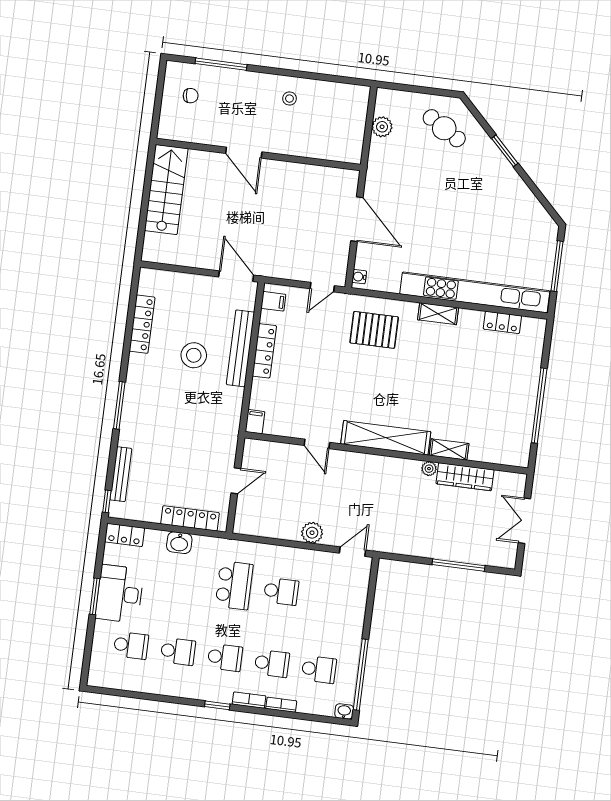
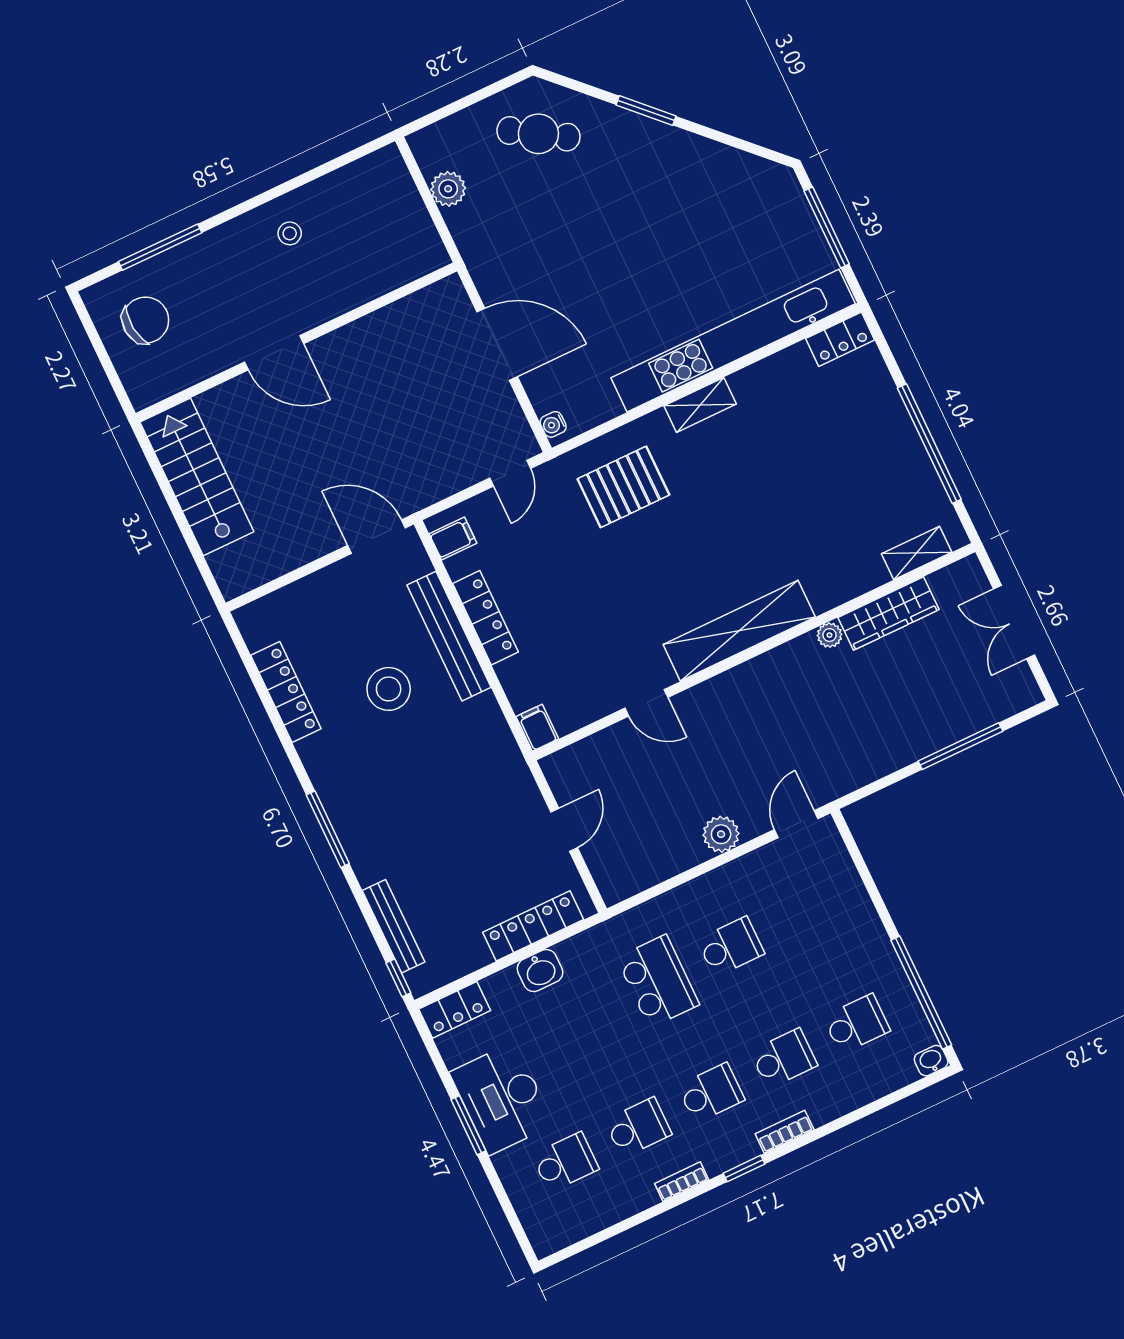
chair: (191, 96) -> (145, 320), width x1.87, depth x1.87
locker: (502, 322) -> (840, 339), moved
shelving: (449, 449) -> (917, 553), moved
bookcase: (281, 705) -> (682, 1182), moved

